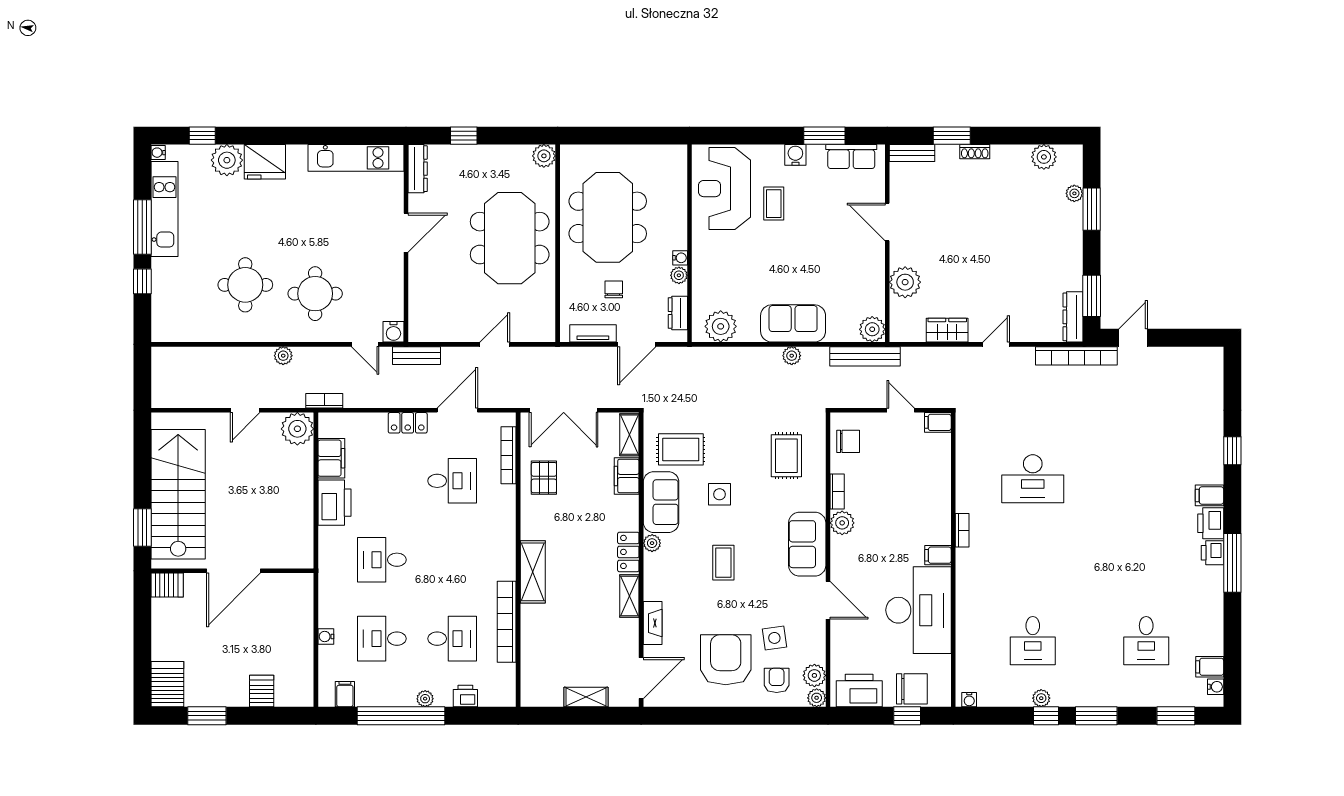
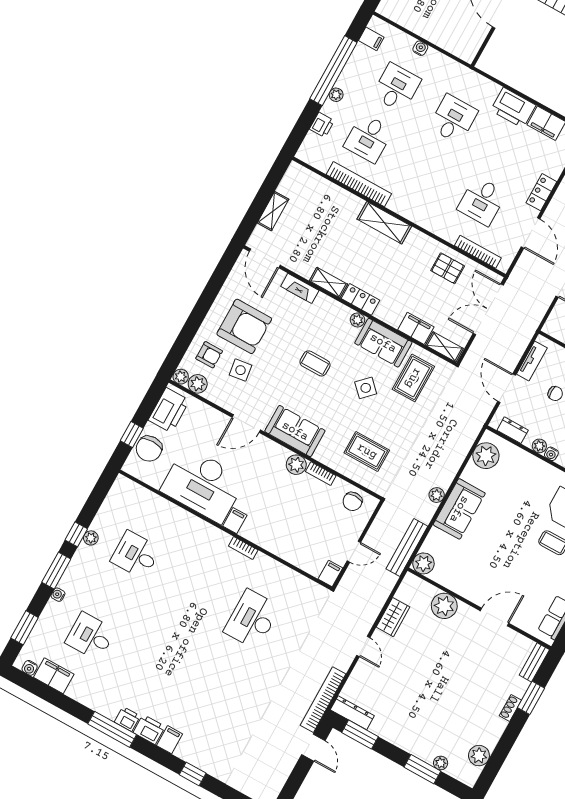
side table: (719, 494) -> (366, 388), turned 45
filing cabinet: (1210, 667) -> (54, 676), width x2.00
water cooler: (969, 700) -> (58, 595), moved

